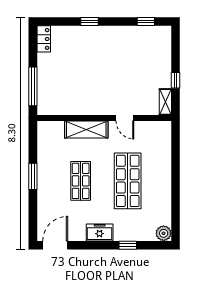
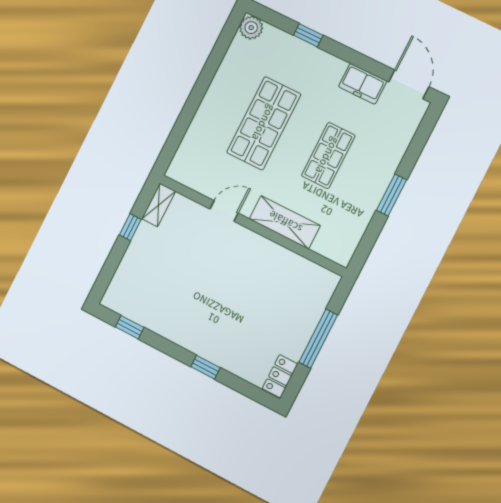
window: (33, 86) -> (318, 339), moved
door: (125, 118) -> (224, 211), hinge flipped
freezer: (100, 232) -> (363, 84), moved
door: (55, 245) -> (409, 84), swing flipped

